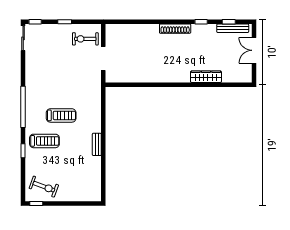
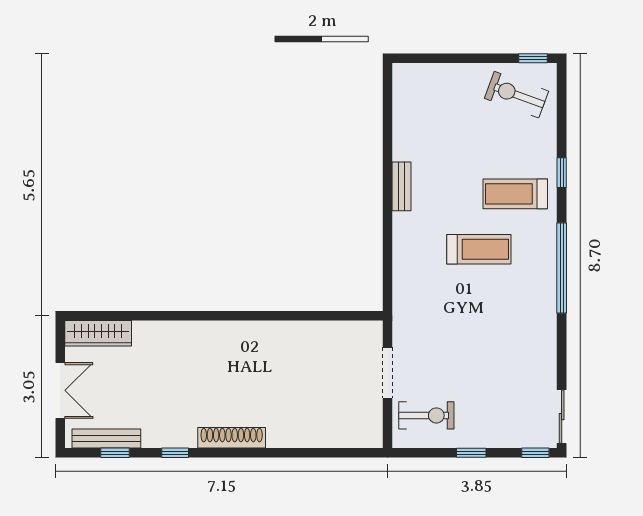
wardrobe: (206, 77) -> (98, 333), moved
treadmill: (61, 115) -> (479, 249), turned 180

